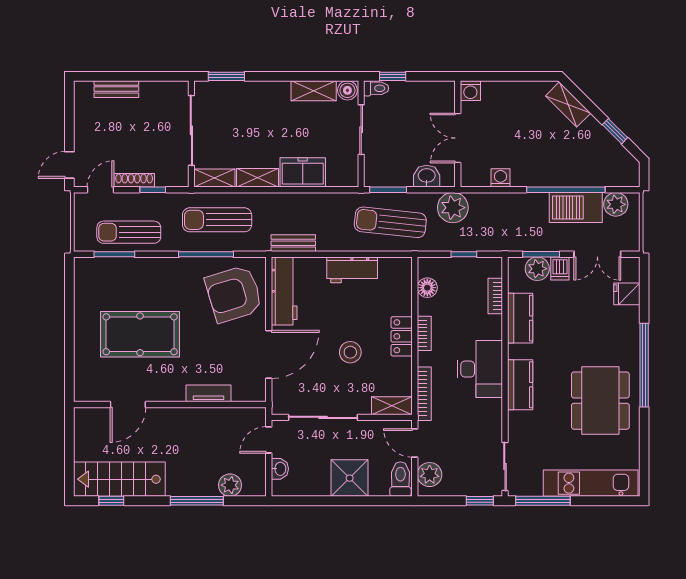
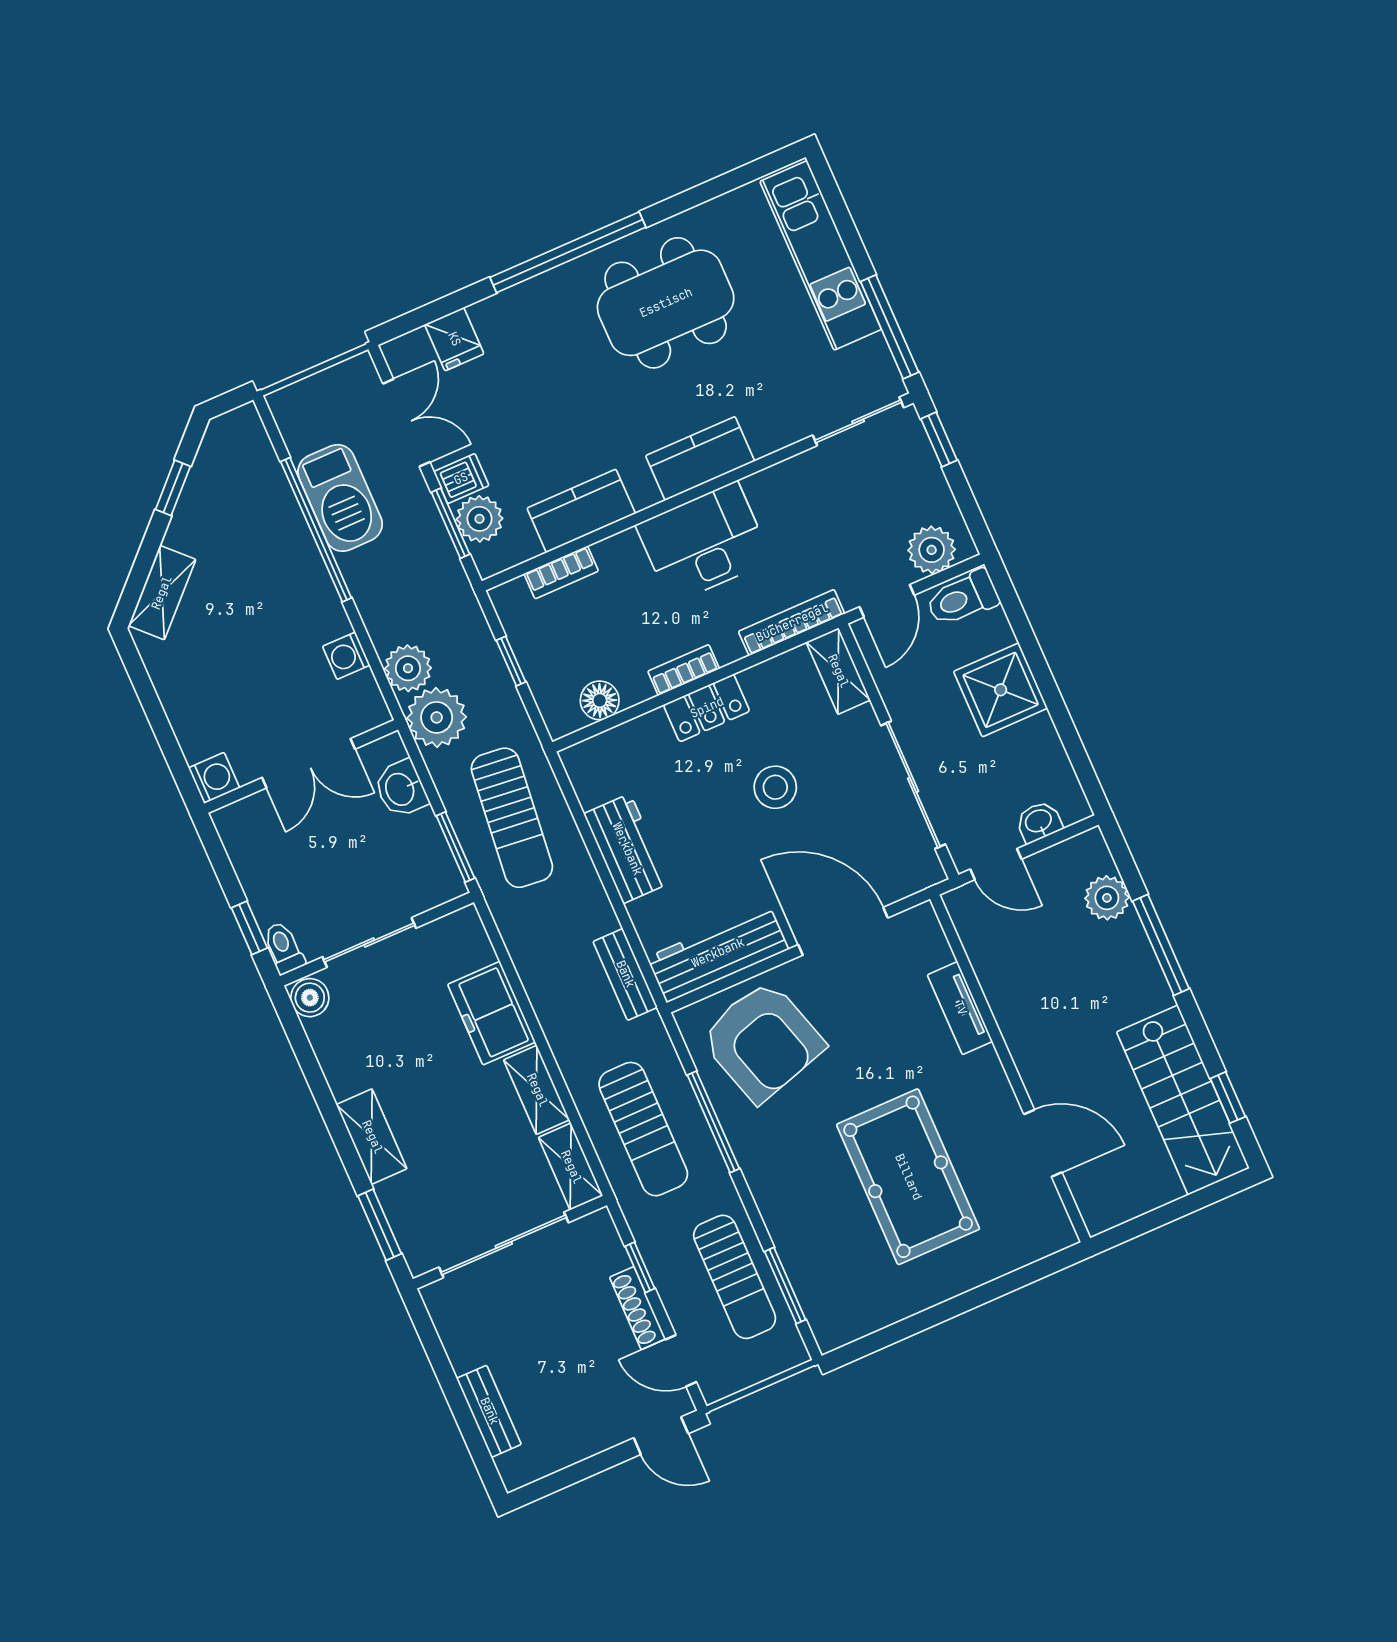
shelving: (314, 91) -> (372, 1137), moved
plant: (616, 204) -> (408, 668), moved

